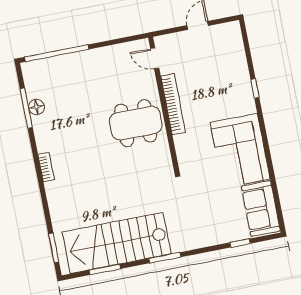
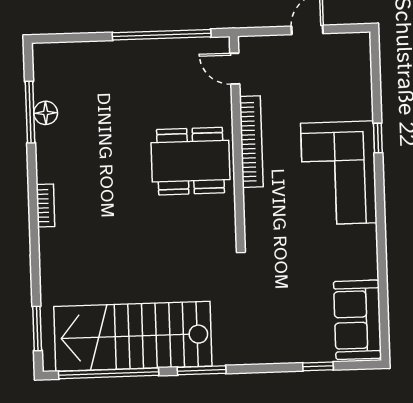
window: (57, 53) -> (162, 35), moved
corner sofa: (240, 151) -> (339, 173), moved
window: (105, 270) -> (109, 373), width x2.11

